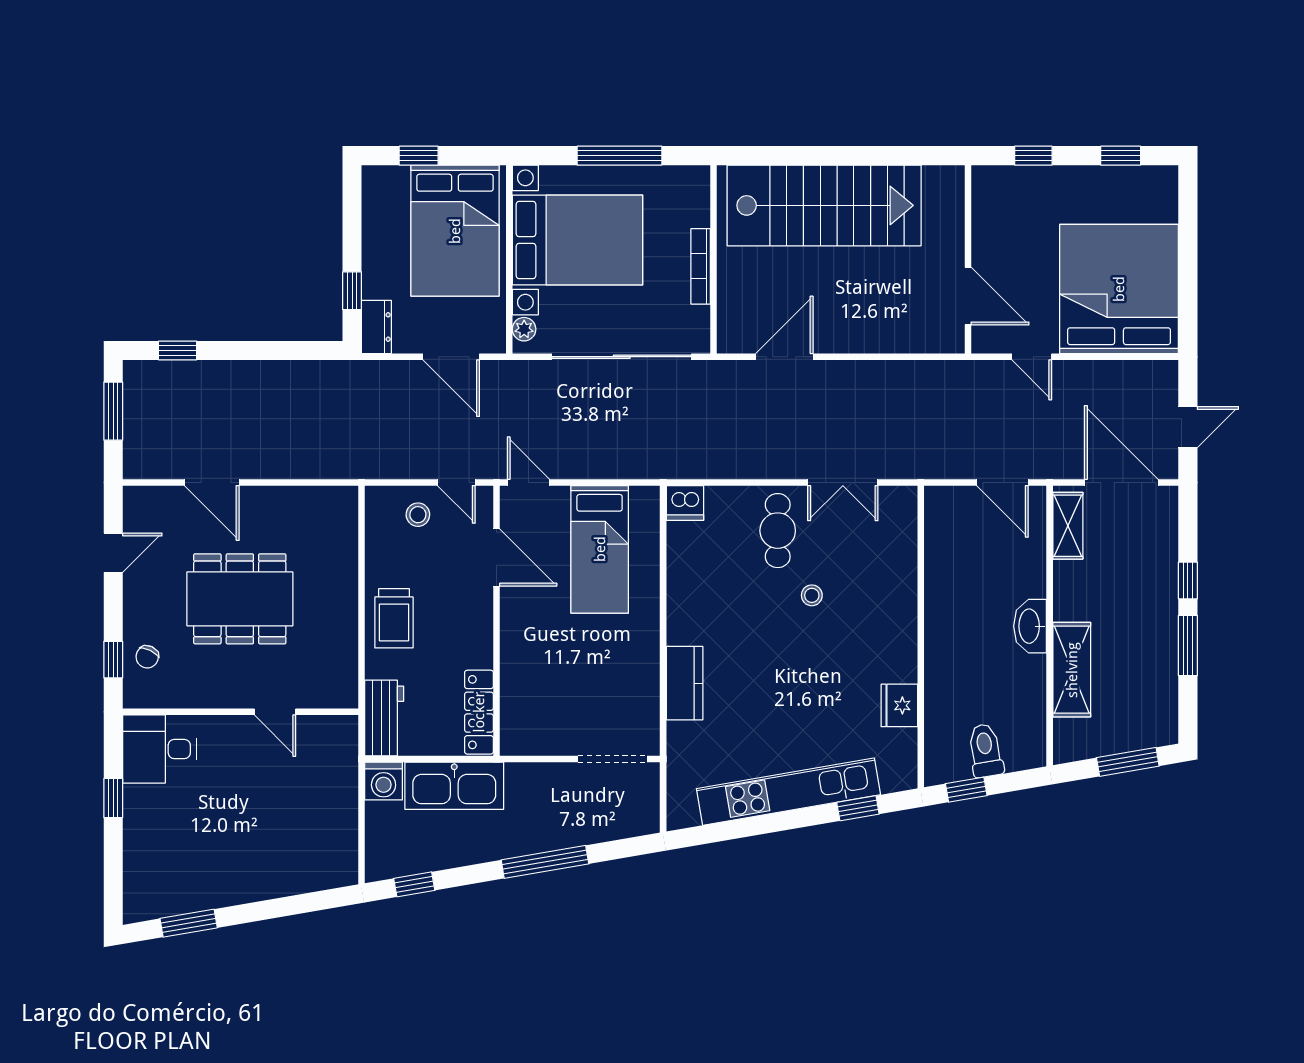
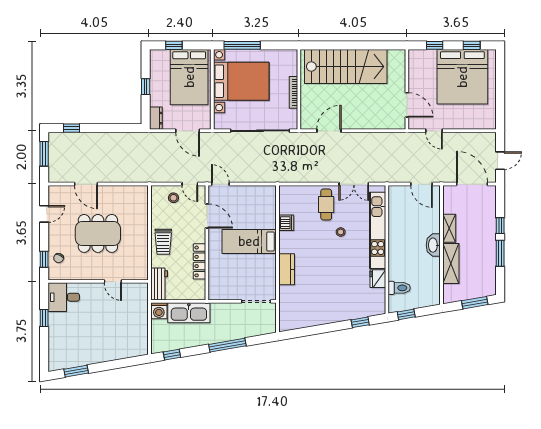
window: (620, 156) -> (242, 45), moved
bed: (1119, 289) -> (462, 77), moved, turned 180
window: (352, 291) -> (146, 87), moved
plant: (524, 329) -> (219, 119), removed
dishwasher: (685, 503) -> (286, 223), moved, turned -90
shelving: (1068, 526) -> (449, 228), moved
bed: (600, 549) -> (249, 241), moved, turned 90
locker: (479, 712) -> (199, 261), moved
toilet: (985, 750) -> (399, 288), moved, turned 100
kitchen unit: (789, 792) -> (378, 230), moved, turned -80

